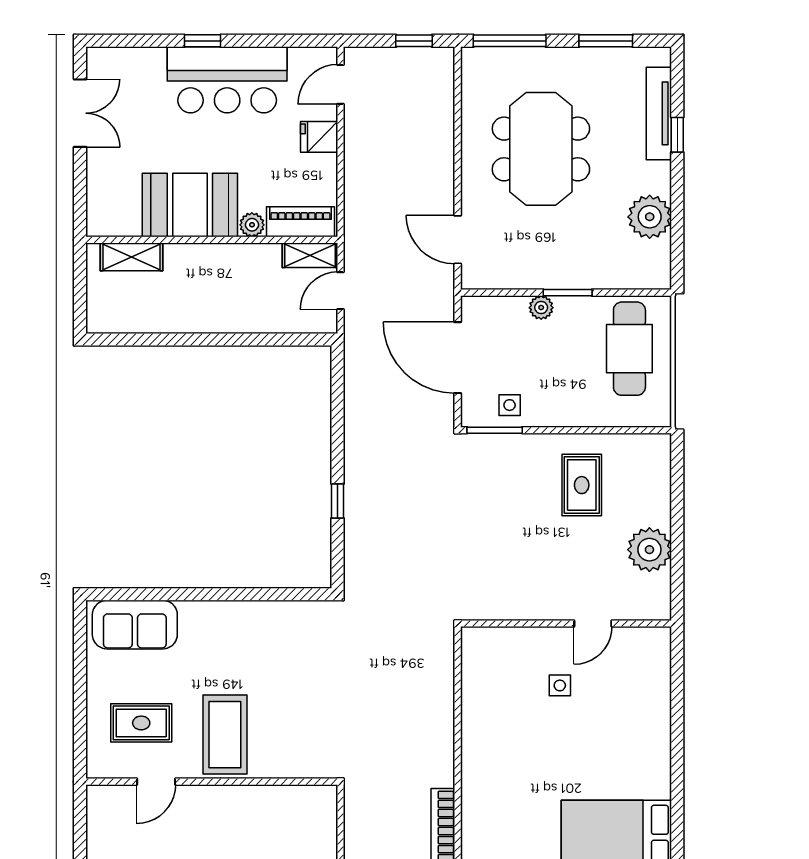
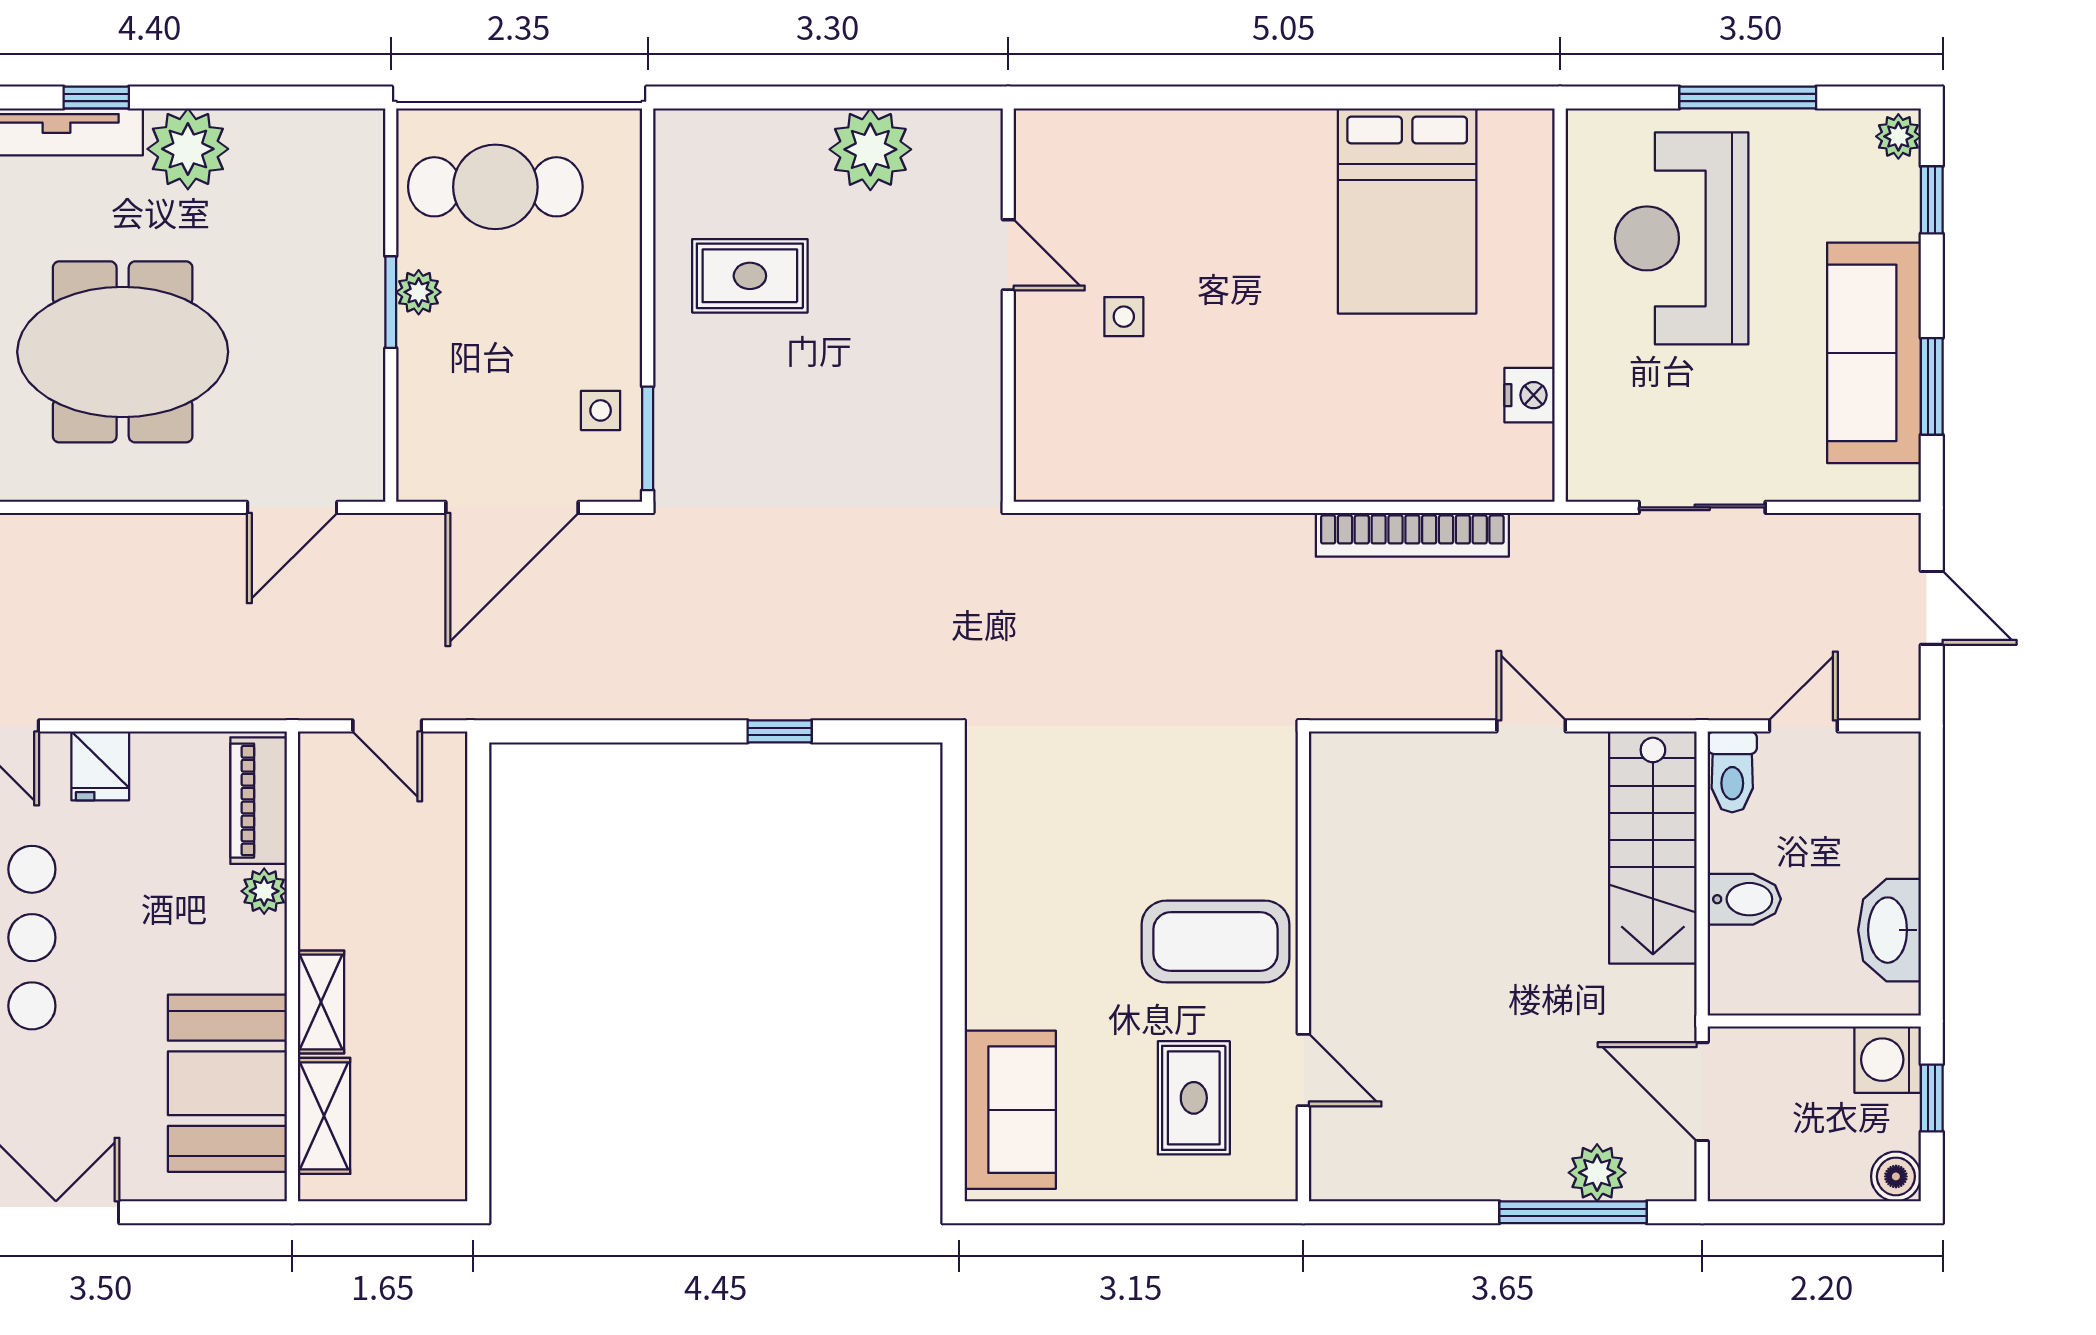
booth: (190, 205) -> (227, 1083), moved
plant: (650, 217) -> (188, 149), moved
shelving: (310, 255) -> (321, 1002), moved
plant: (541, 308) -> (419, 292), moved

